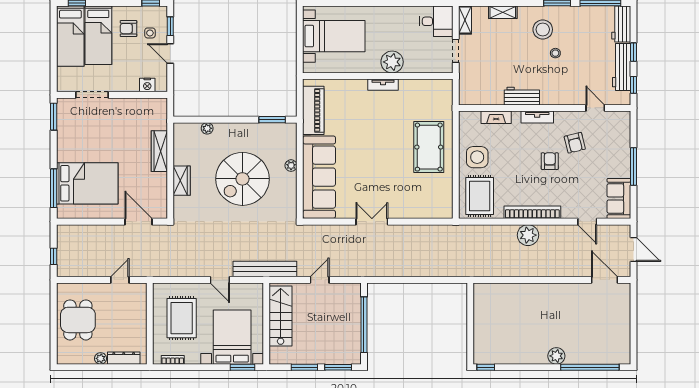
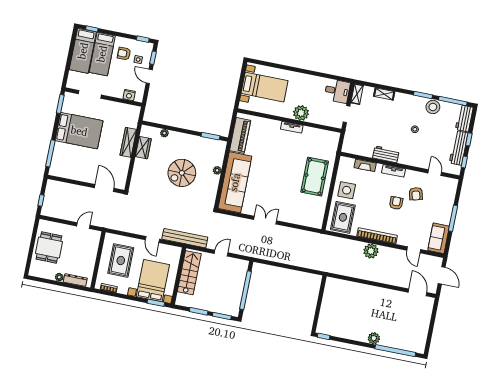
stool: (543, 29) -> (433, 107), moved
spiral stairs: (242, 179) -> (182, 173), width x0.73, depth x0.73
wardrobe: (182, 181) -> (143, 148), moved
bed: (87, 183) -> (79, 131), moved

